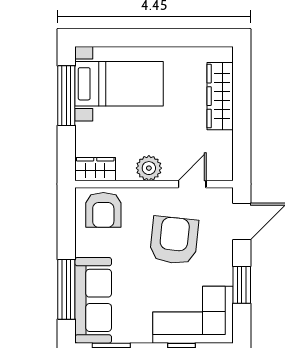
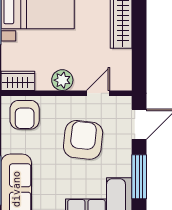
window: (242, 285) -> (139, 177), width x1.44

